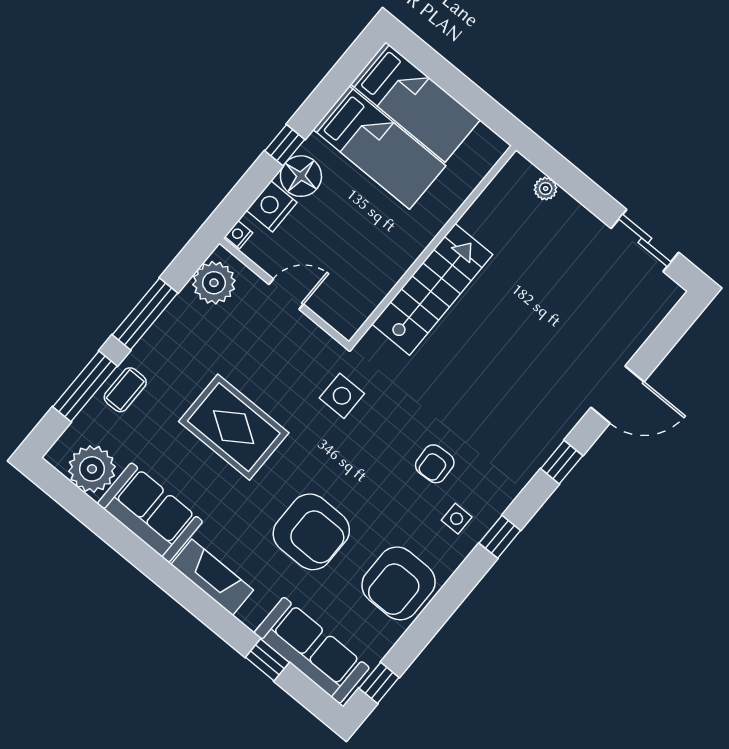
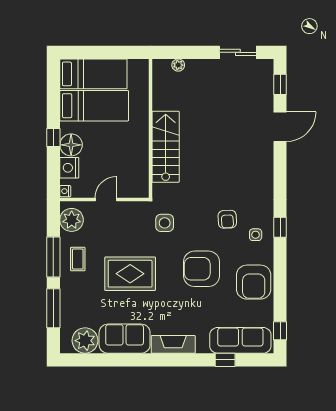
coffee table: (125, 390) -> (78, 259), moved
window: (562, 462) -> (280, 84), moved
armchair: (311, 532) -> (202, 269), moved, turned 180

